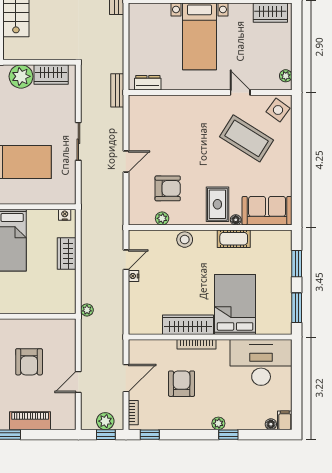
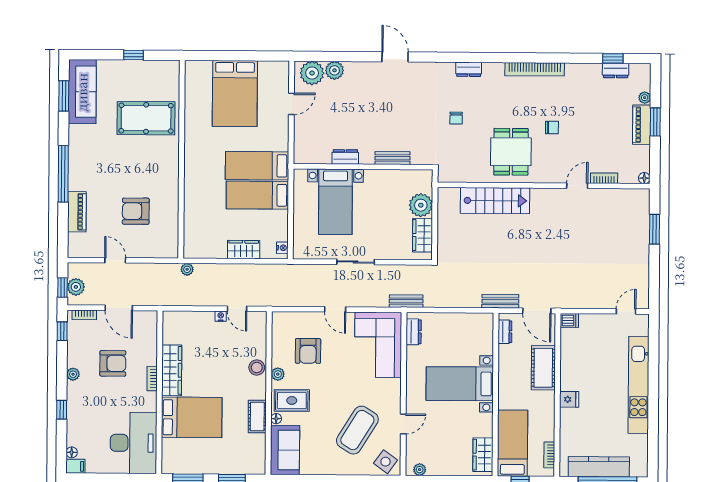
corner sofa: (161, 118) -> (378, 345), added
plant: (162, 218) -> (278, 374), moved
bookcase: (197, 344) -> (152, 379), width x0.64
plant: (218, 423) -> (73, 374), moved

